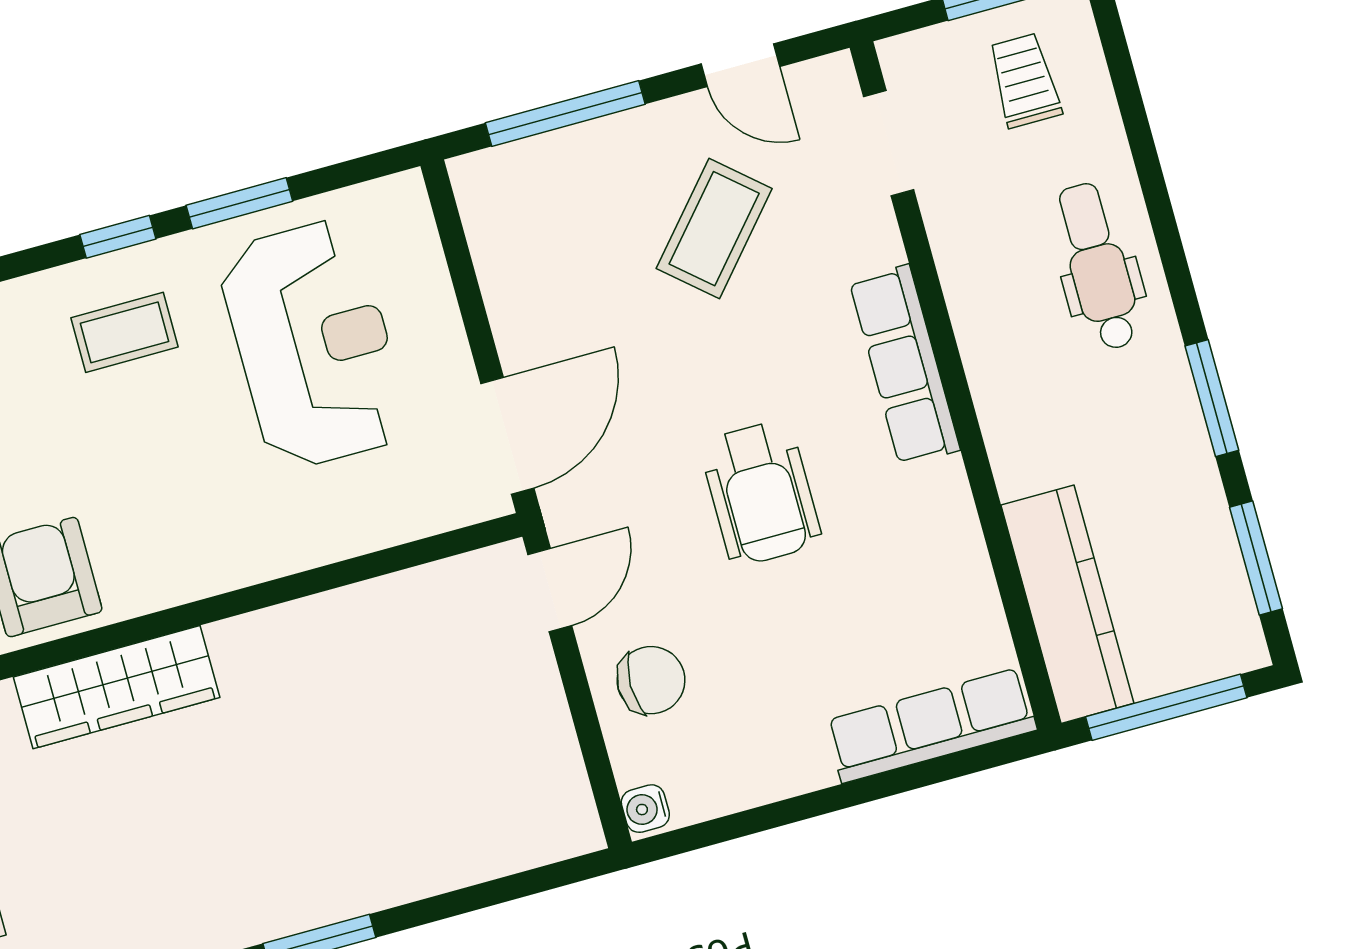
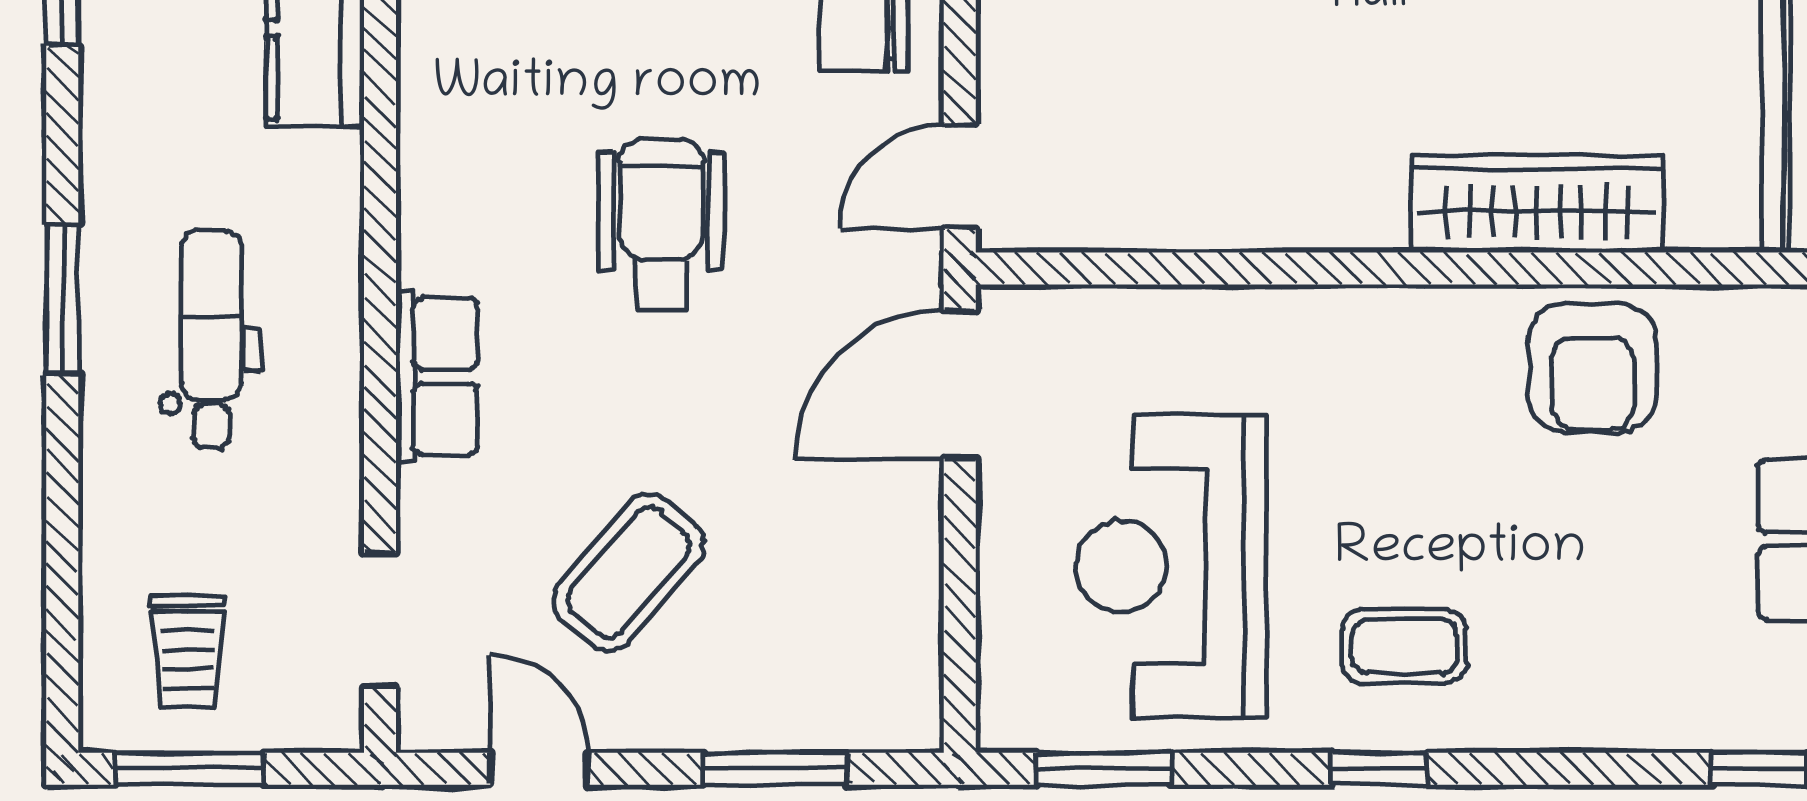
window: (565, 113) -> (775, 769), width x0.69
window: (239, 203) -> (1103, 769), moved
dental chair: (1098, 266) -> (211, 339), moved, turned 180
row of seats: (905, 365) -> (437, 376), width x0.68
window: (1212, 398) -> (62, 299), moved

